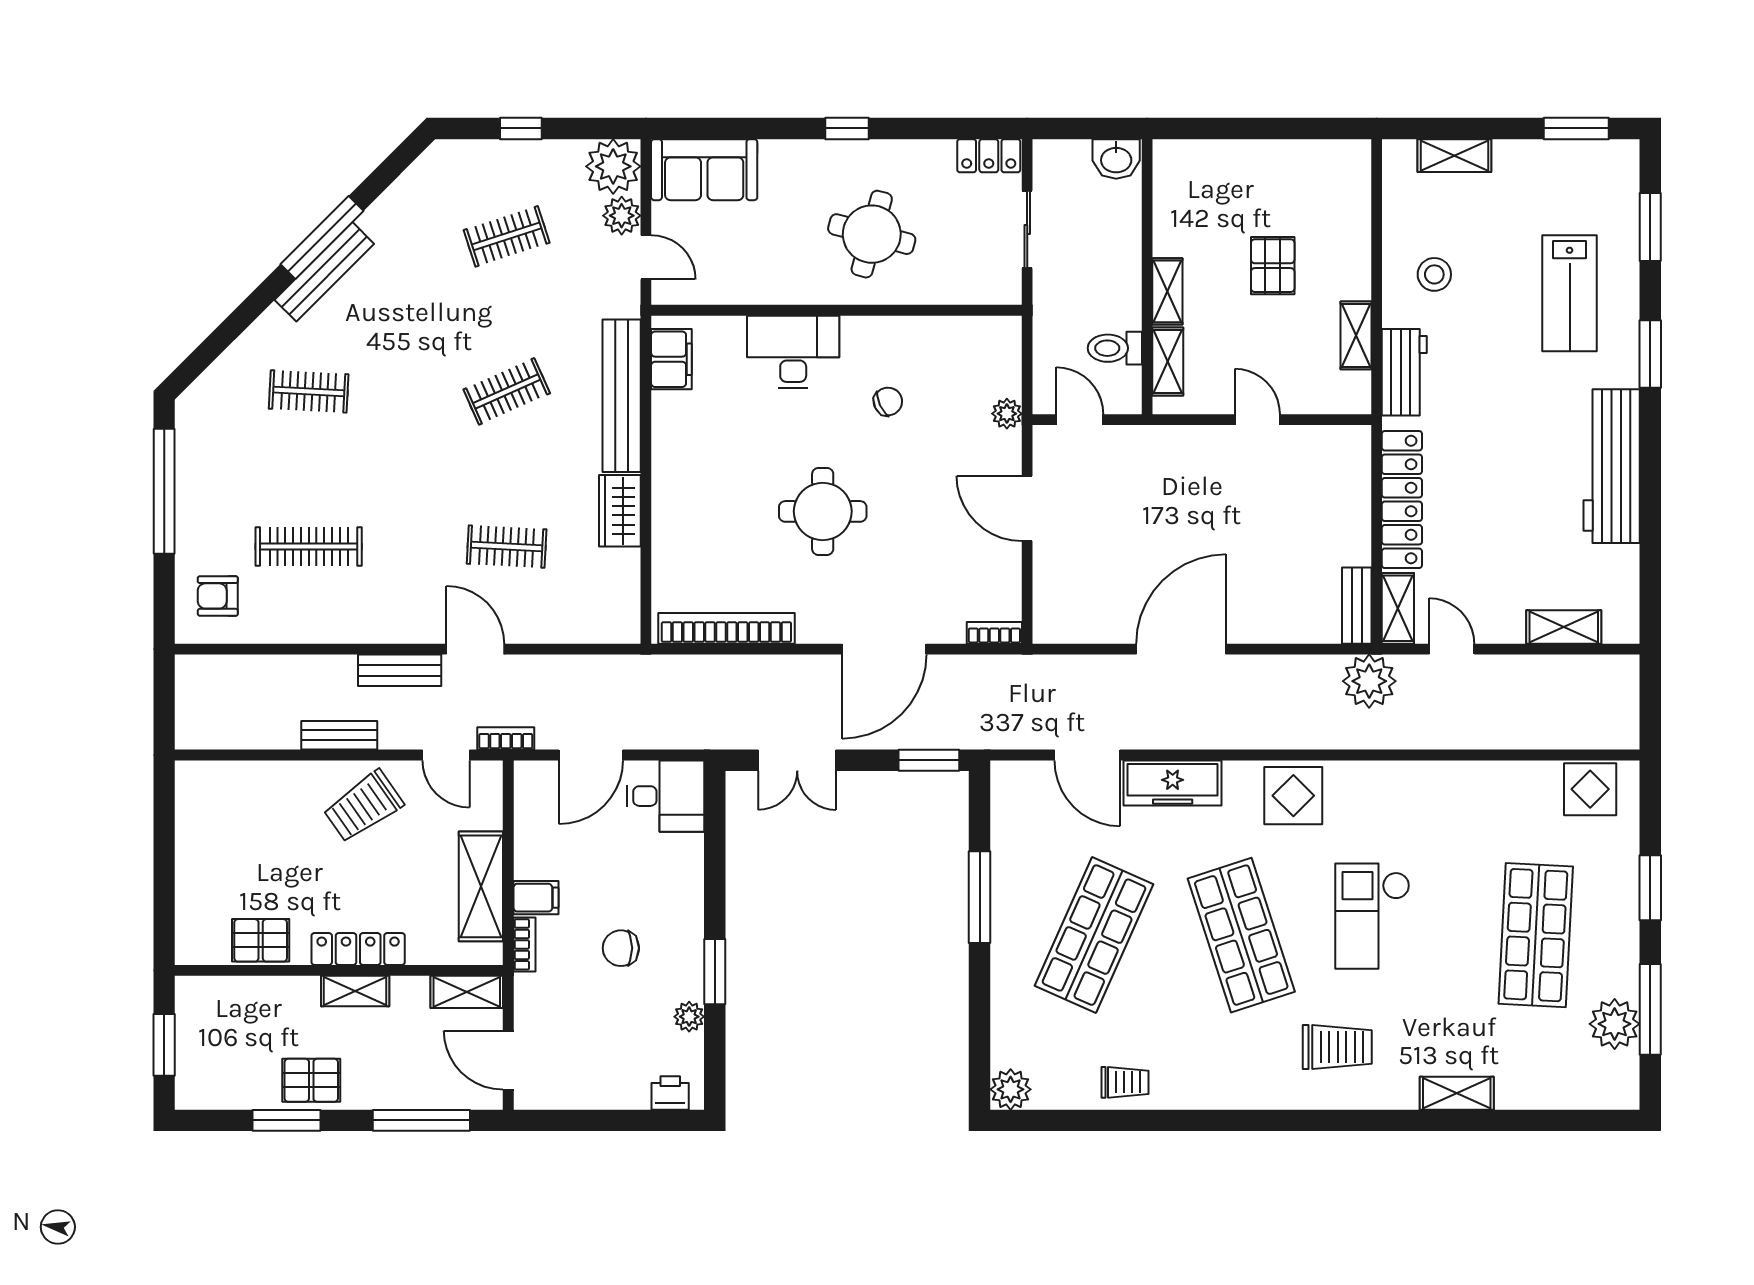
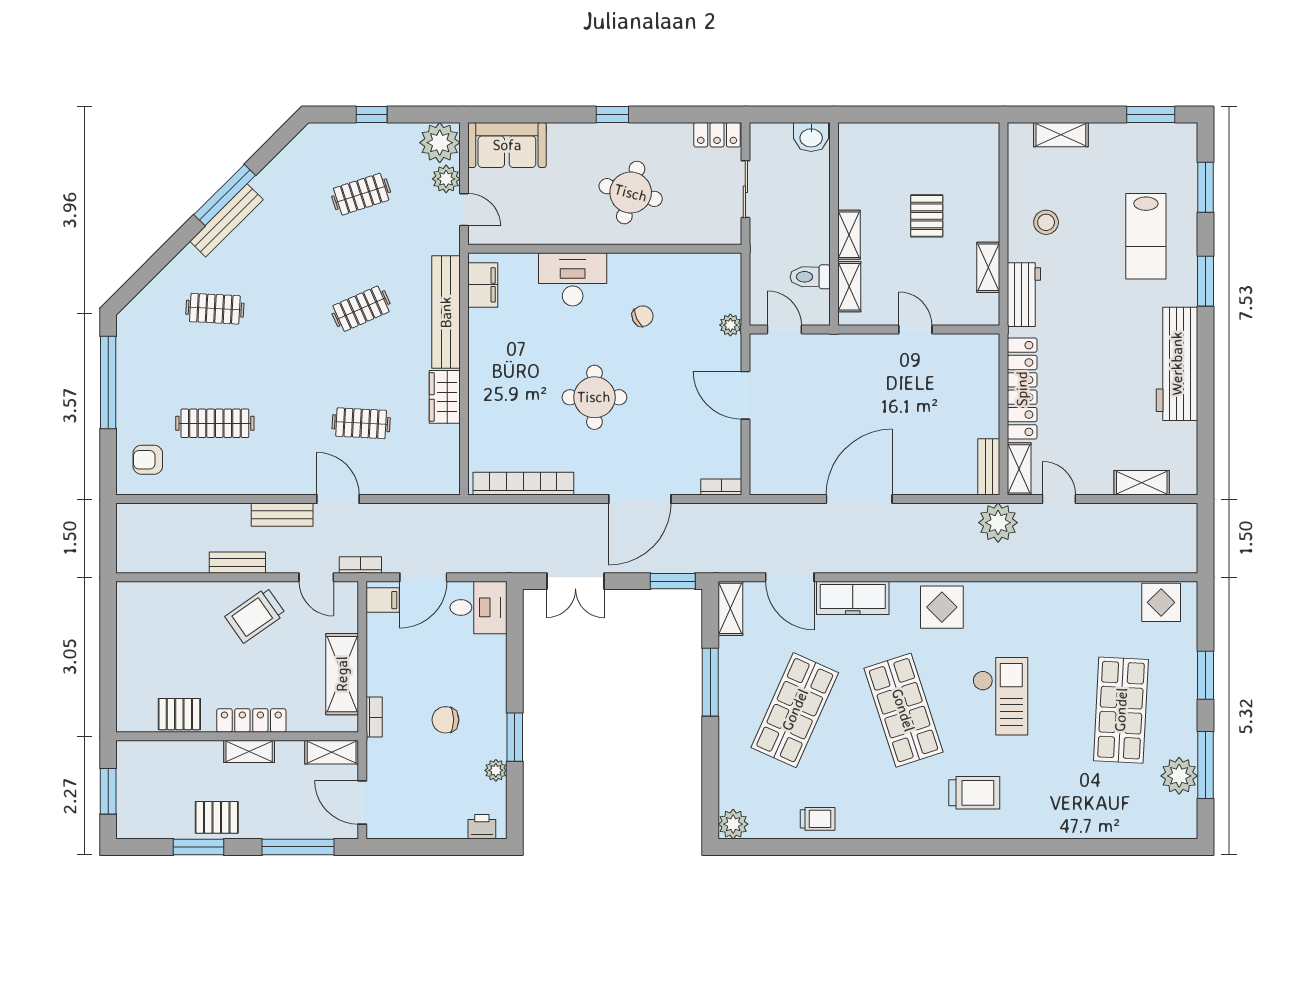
filing cabinet: (536, 898) -> (383, 600), moved
checkout: (1372, 916) -> (1000, 696), turned 180
shelving: (1457, 1093) -> (730, 608), moved, turned 90

